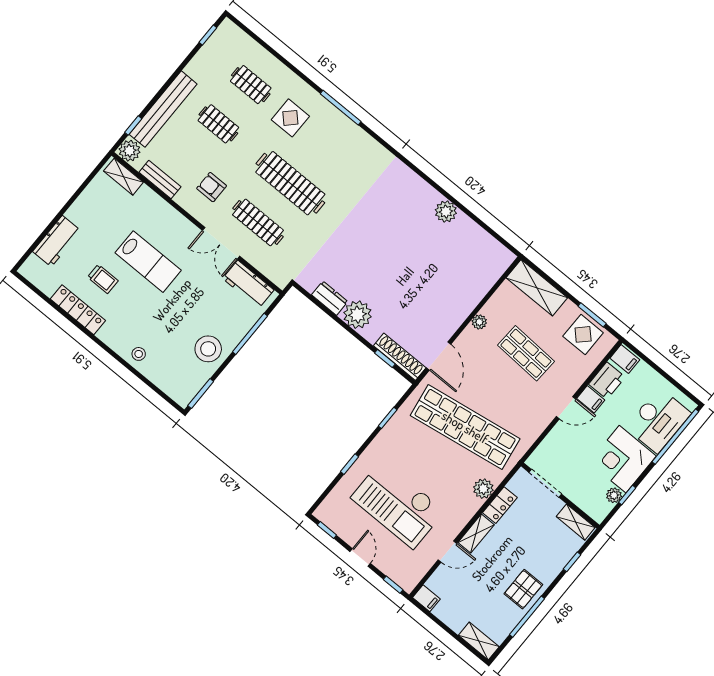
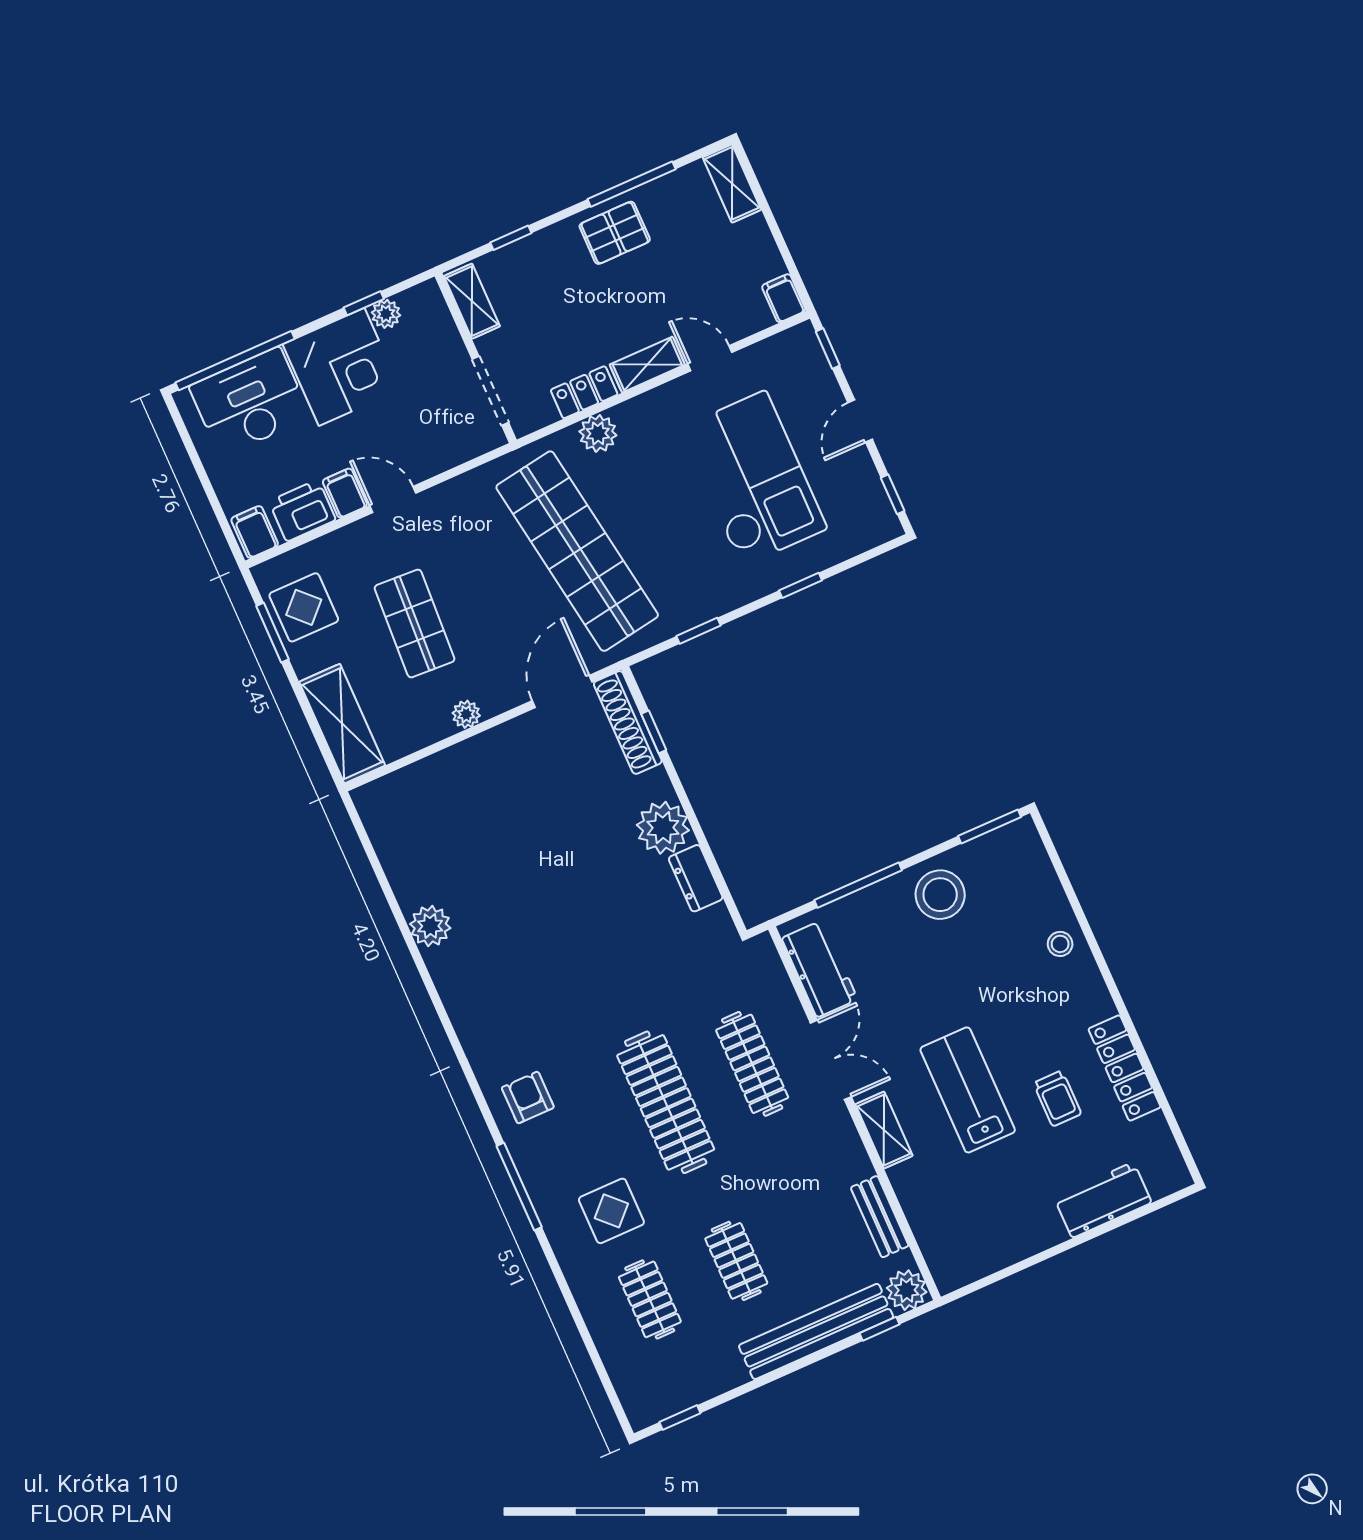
shelving: (123, 177) -> (884, 1130), moved
armchair: (212, 187) -> (528, 1097), moved, turned 180
trolley: (103, 279) -> (1057, 1099), turned 180

